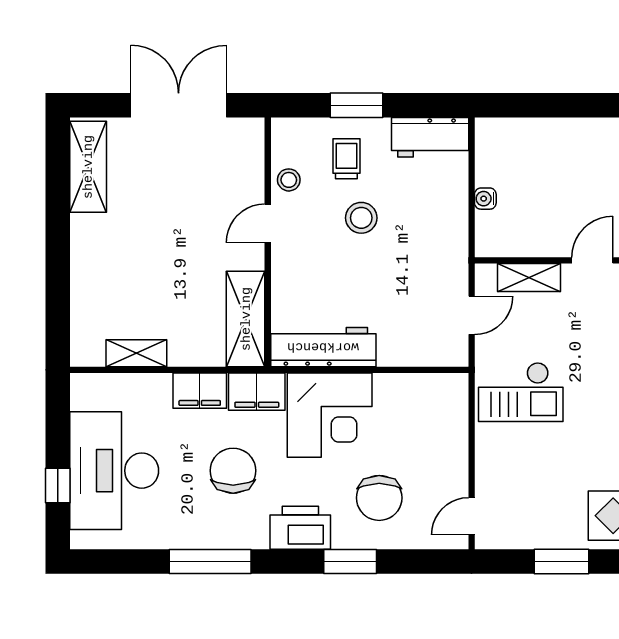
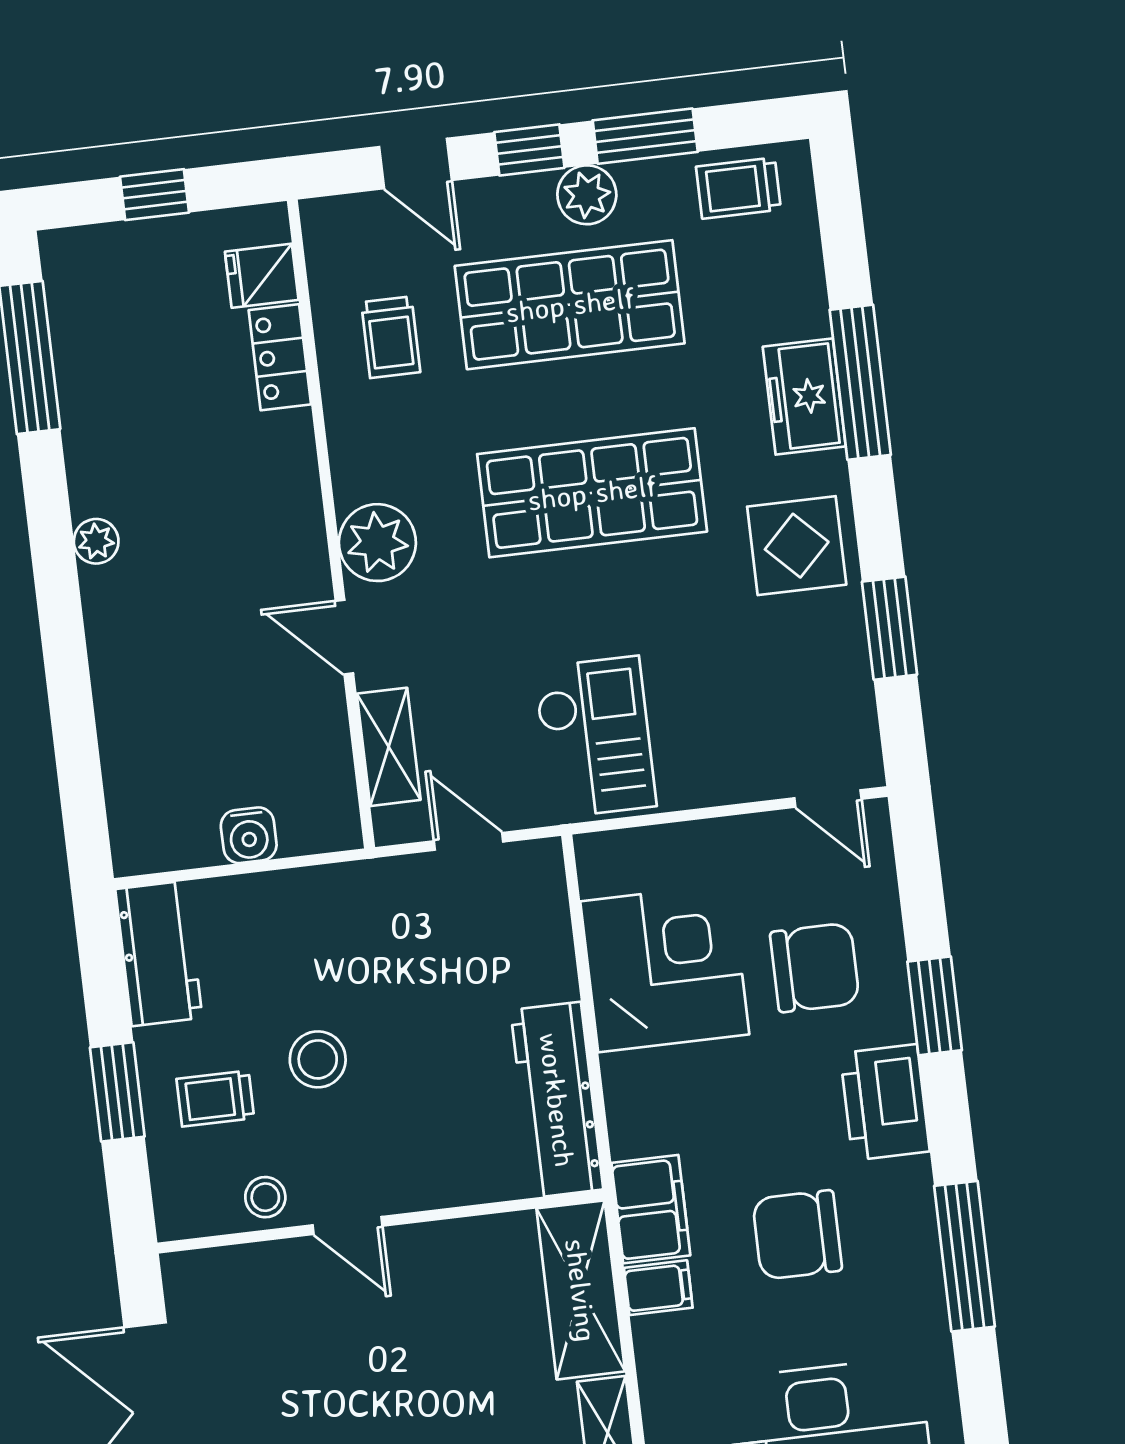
water cooler: (485, 199) -> (249, 835), width x1.38, depth x1.38
shelving: (246, 319) -> (581, 1290), moved, turned 90
filing cabinet: (200, 391) -> (658, 1288), width x0.50
corner desk: (330, 415) -> (665, 968), moved

